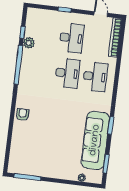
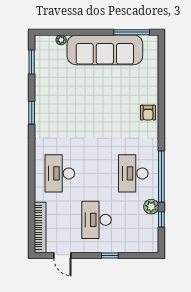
desk: (67, 73) -> (133, 173), moved
sofa: (95, 140) -> (105, 50), moved, turned 90

